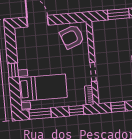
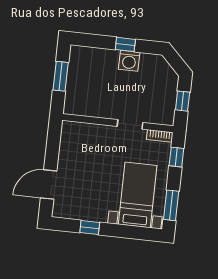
armchair: (72, 37) -> (78, 143), removed
window: (13, 70) -> (90, 228), moved

